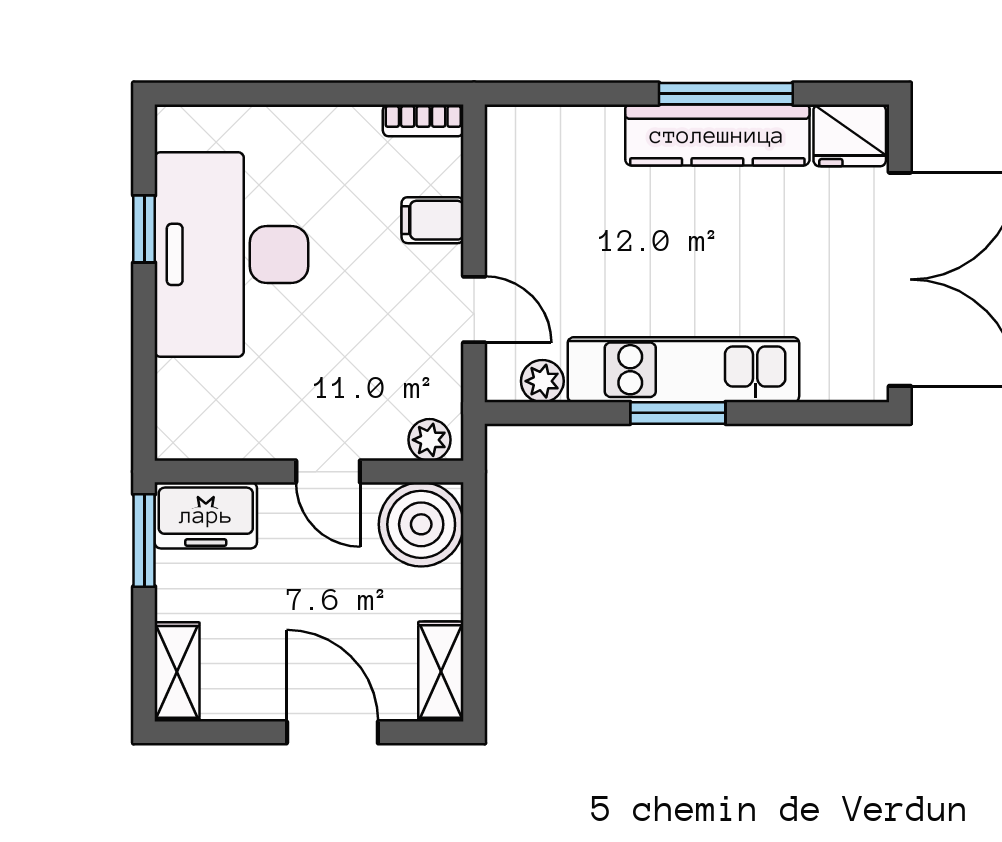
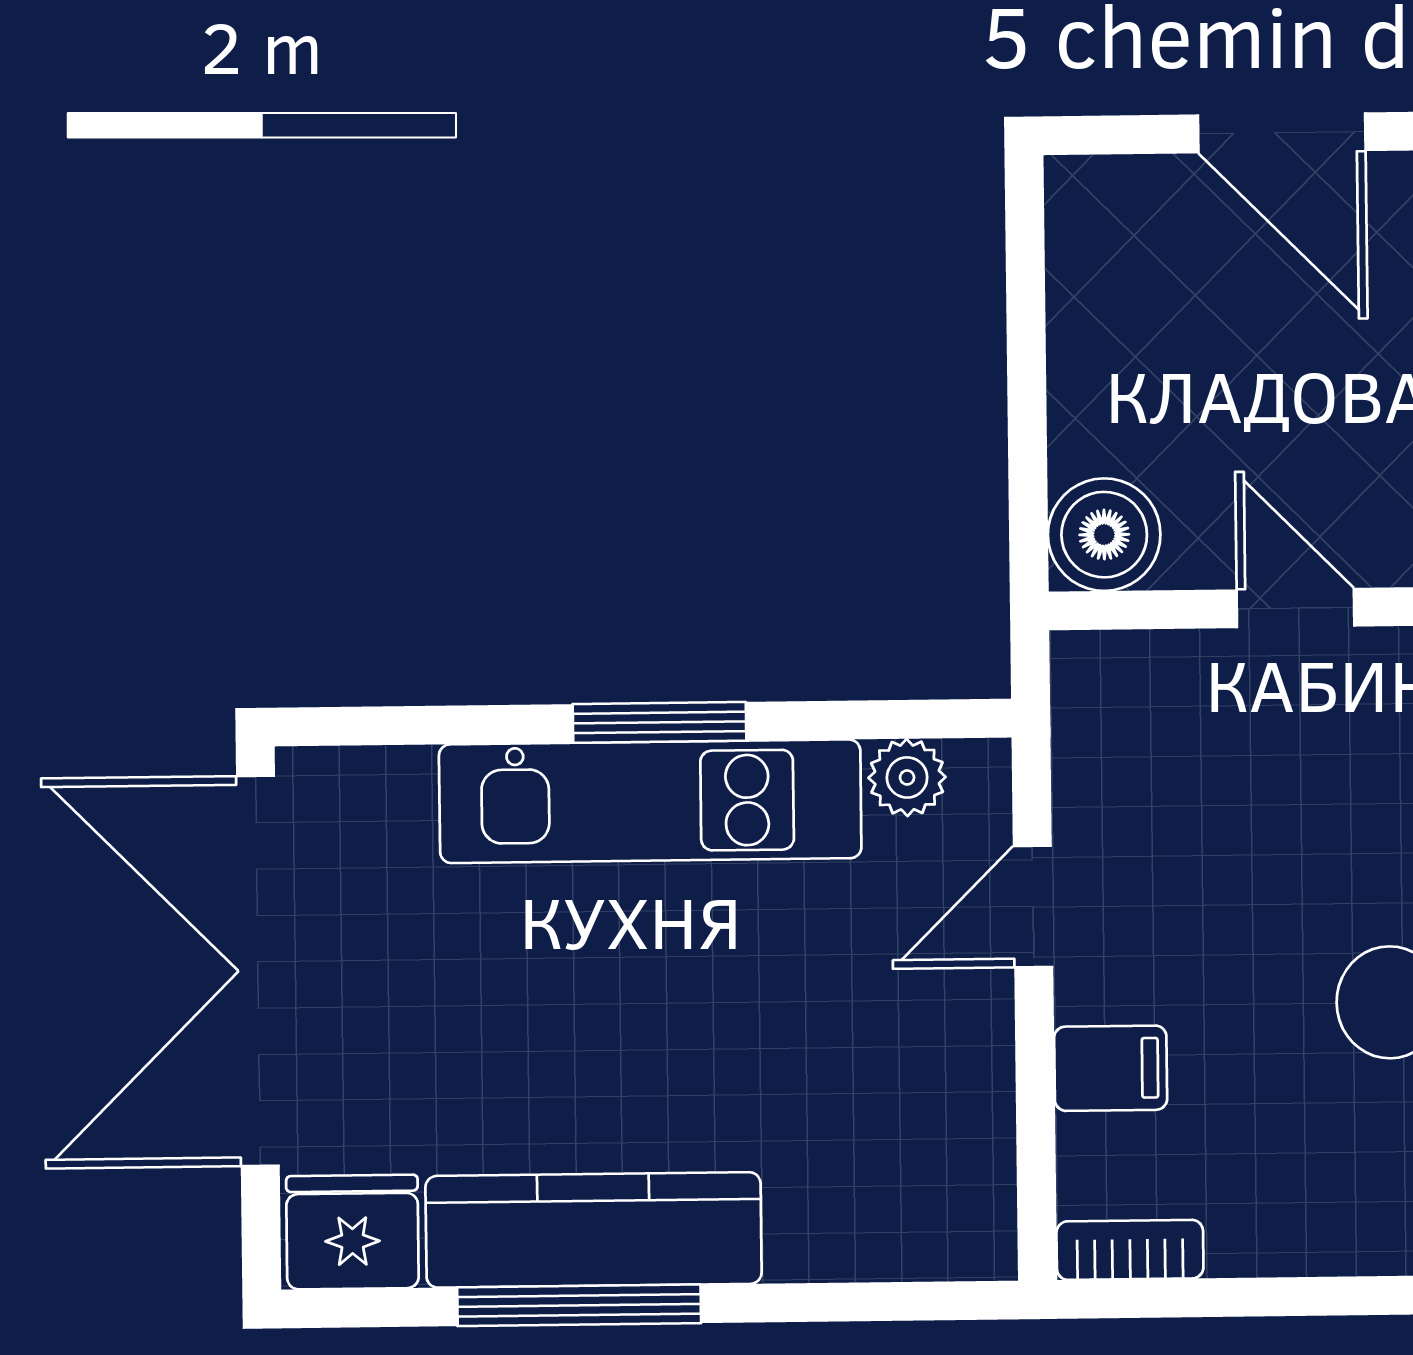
door: (474, 309) -> (1033, 906), hinge flipped
plant: (429, 440) -> (1111, 668), removed
boiler: (421, 524) -> (1104, 535), width x0.73, depth x0.73
shelving: (441, 672) -> (1085, 246), removed

